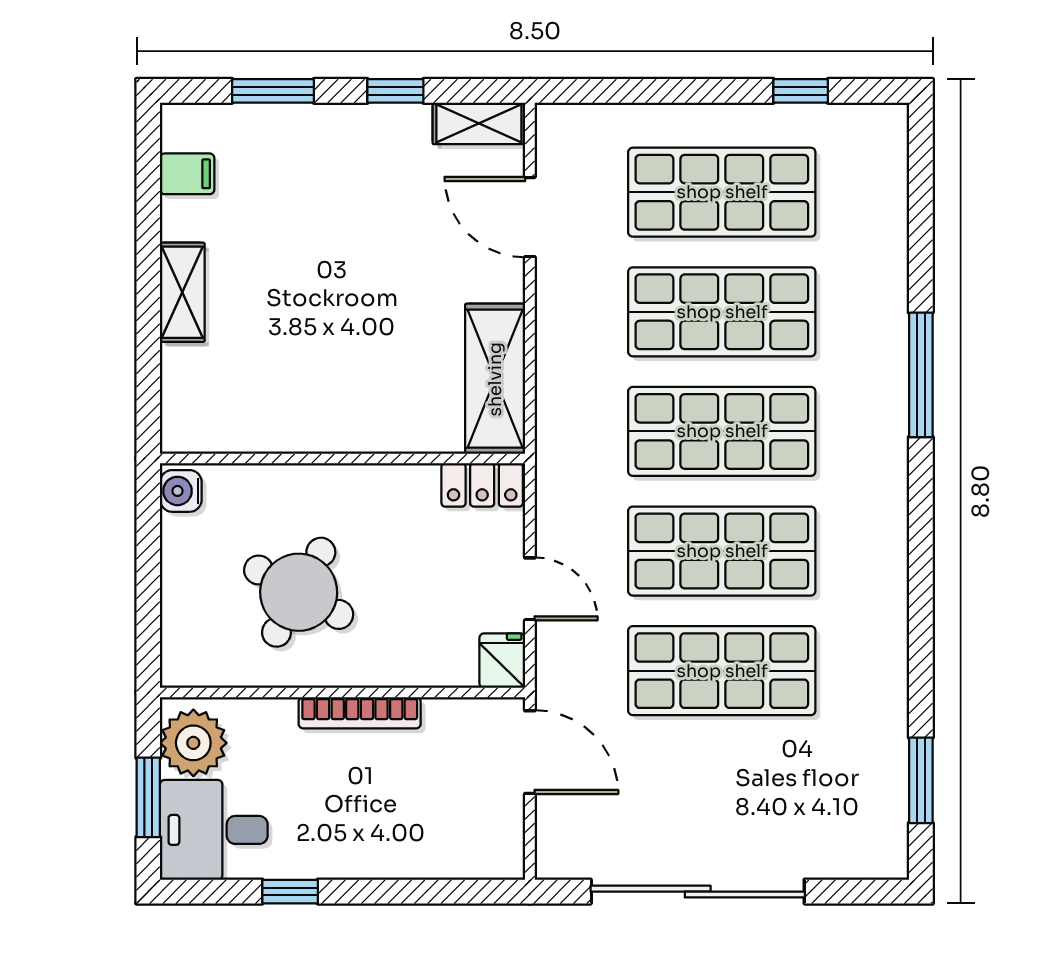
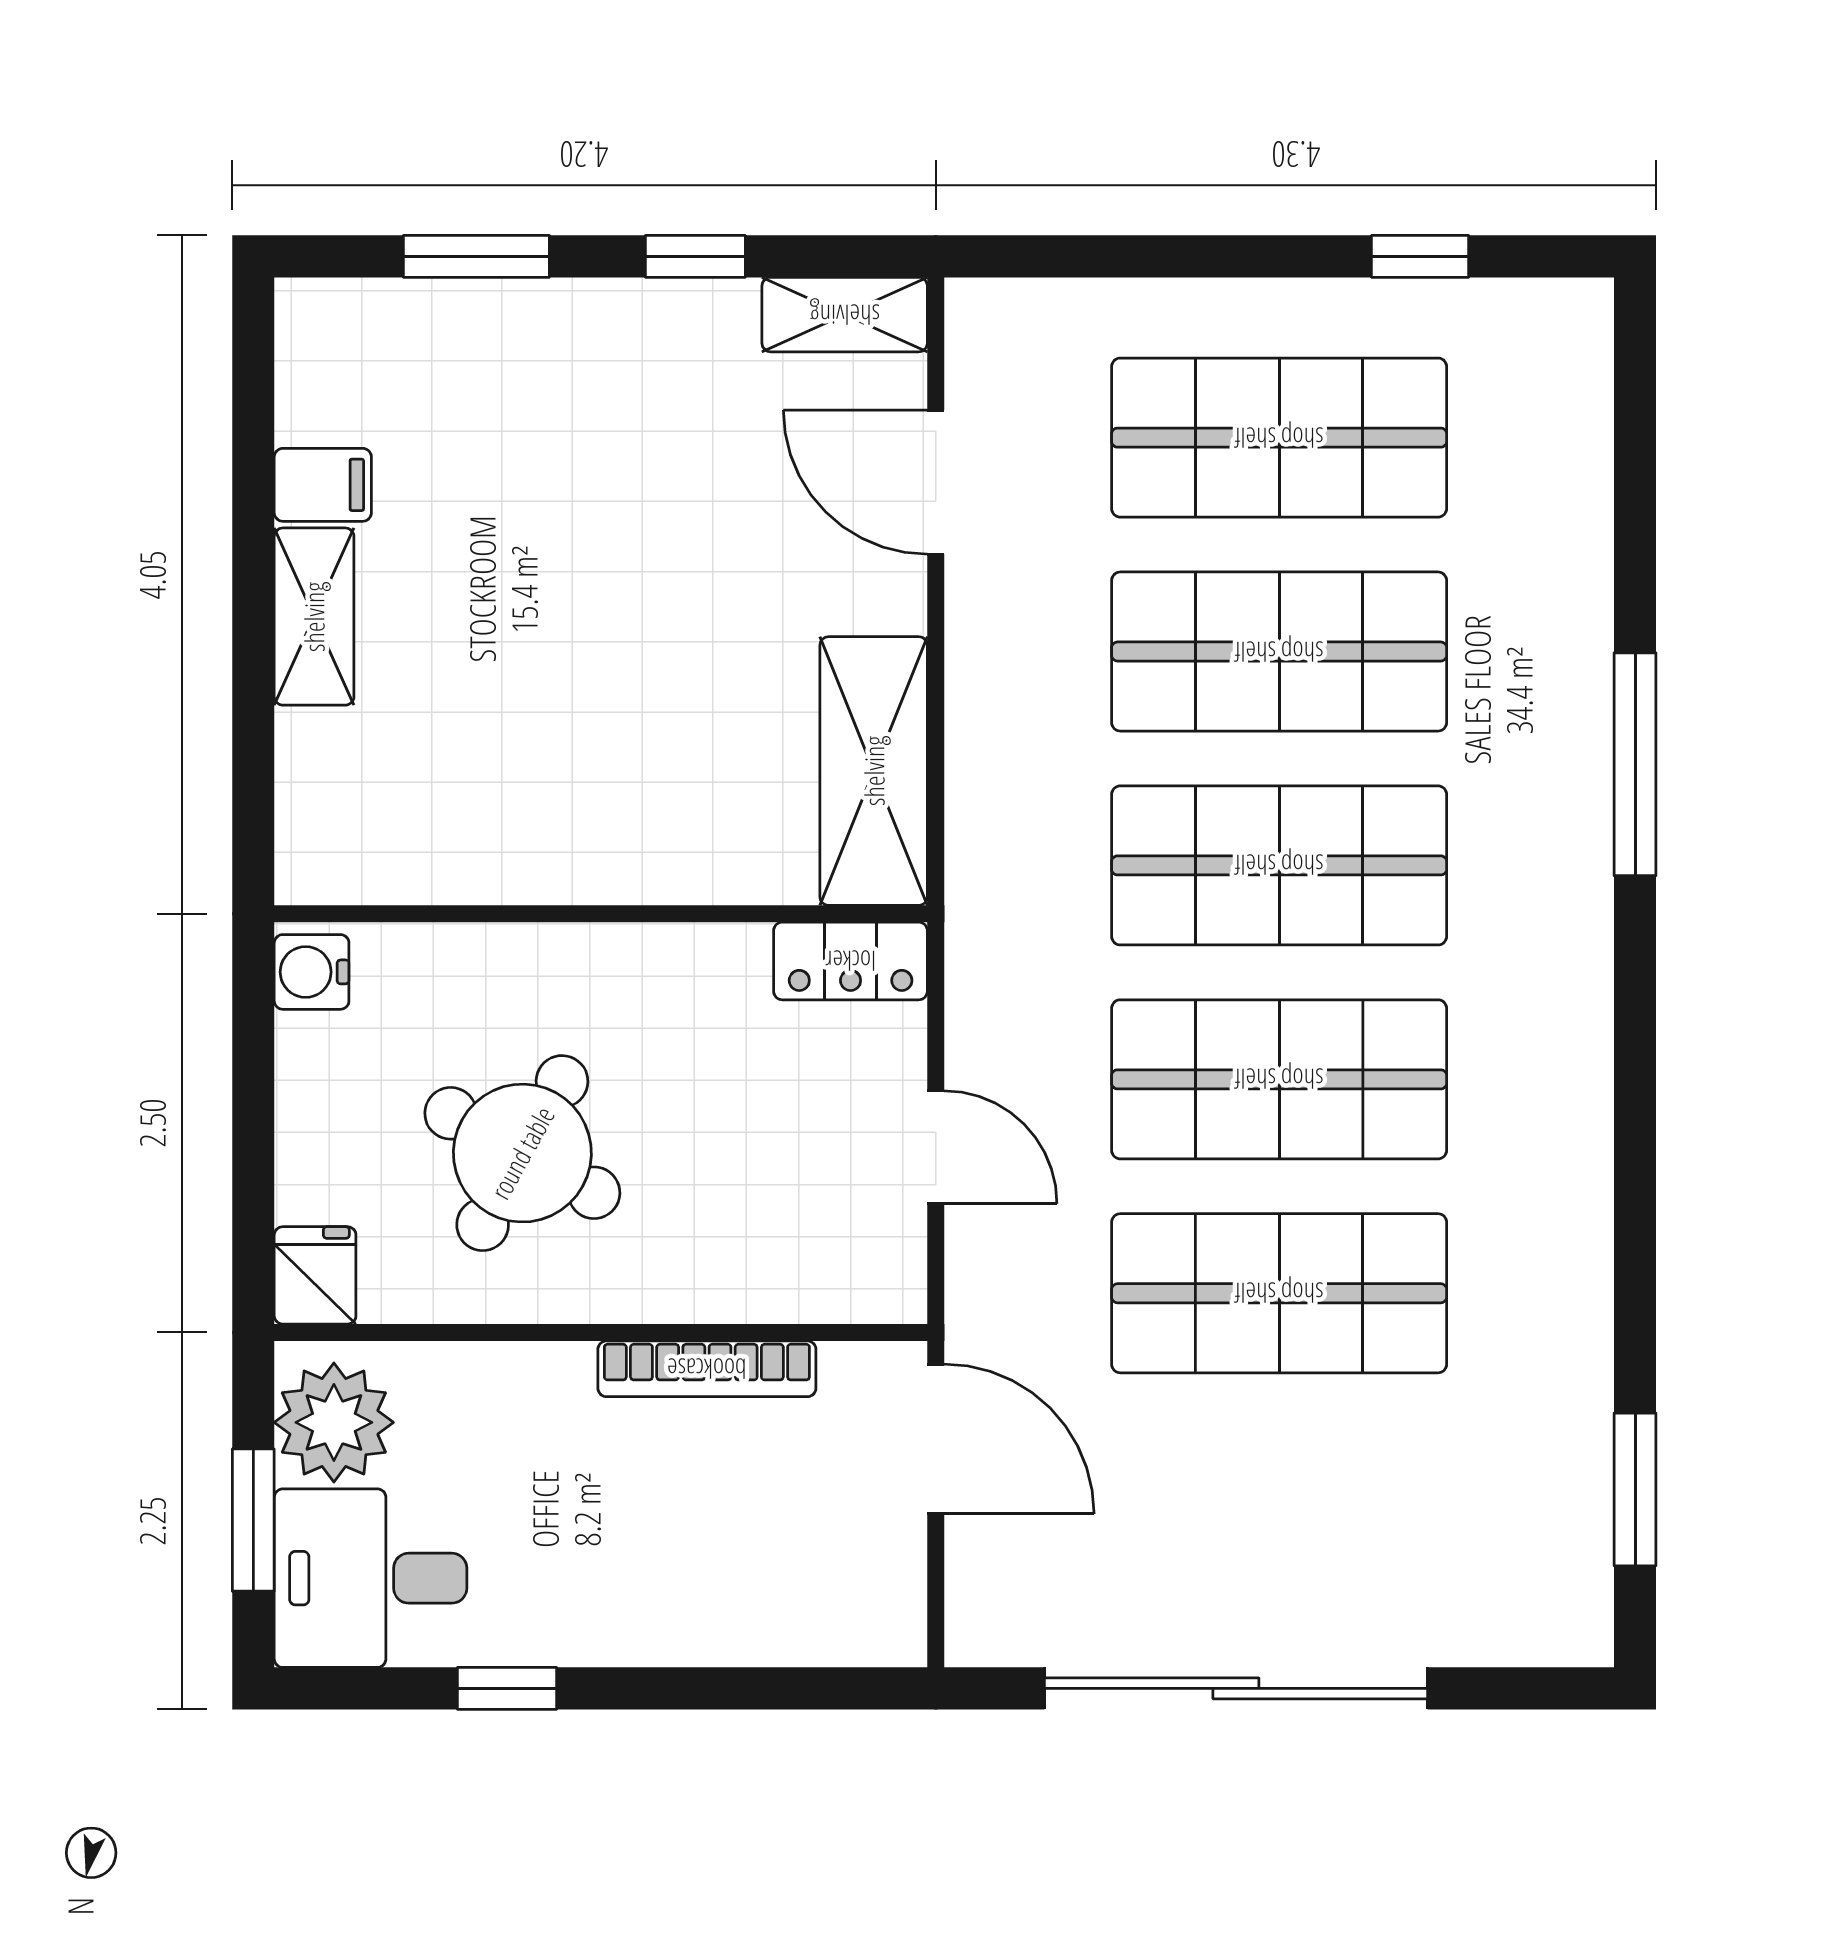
filing cabinet: (187, 174) -> (323, 485), moved
fridge: (502, 661) -> (315, 1275), moved
bookcase: (360, 713) -> (707, 1369), moved

